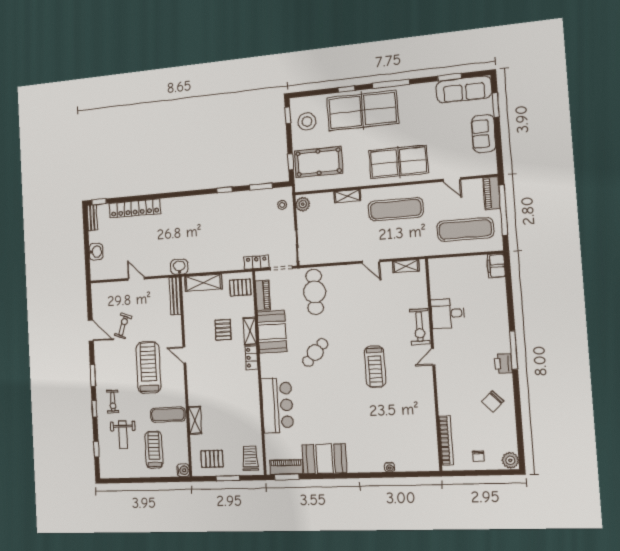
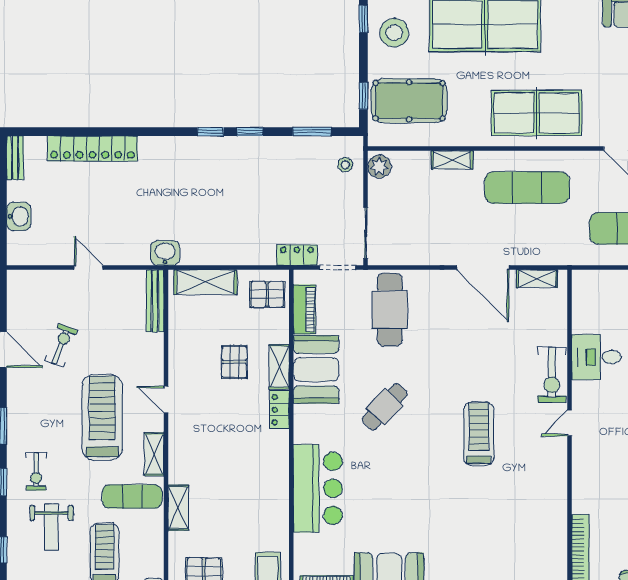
window: (99, 202) -> (211, 132), moved
door: (371, 262) -> (483, 268), width x1.87
treadmill: (375, 367) -> (479, 434), turned 180
shelving: (179, 388) -> (154, 454), added

